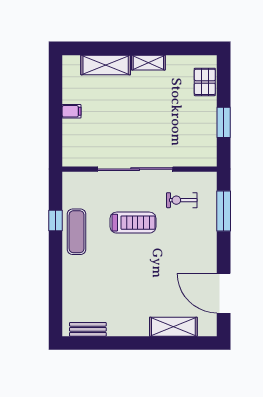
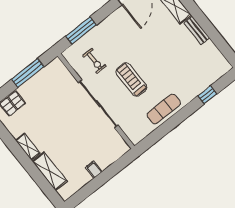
window: (224, 122) -> (28, 73), width x1.44
window: (56, 221) -> (207, 95), moved
bench: (88, 329) -> (197, 30), moved

